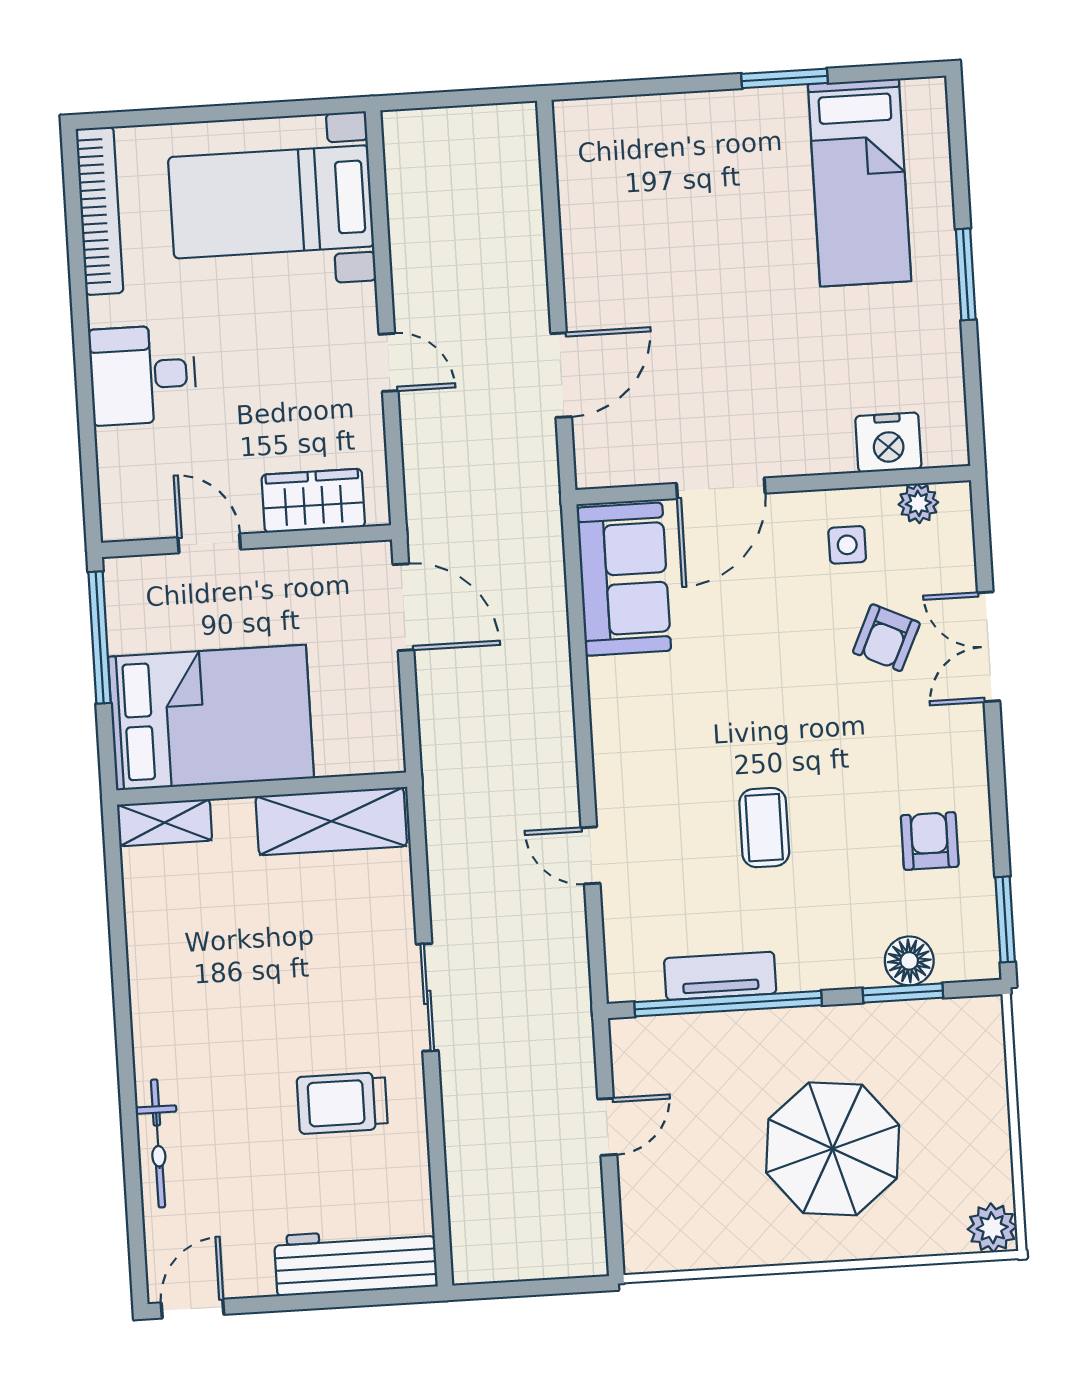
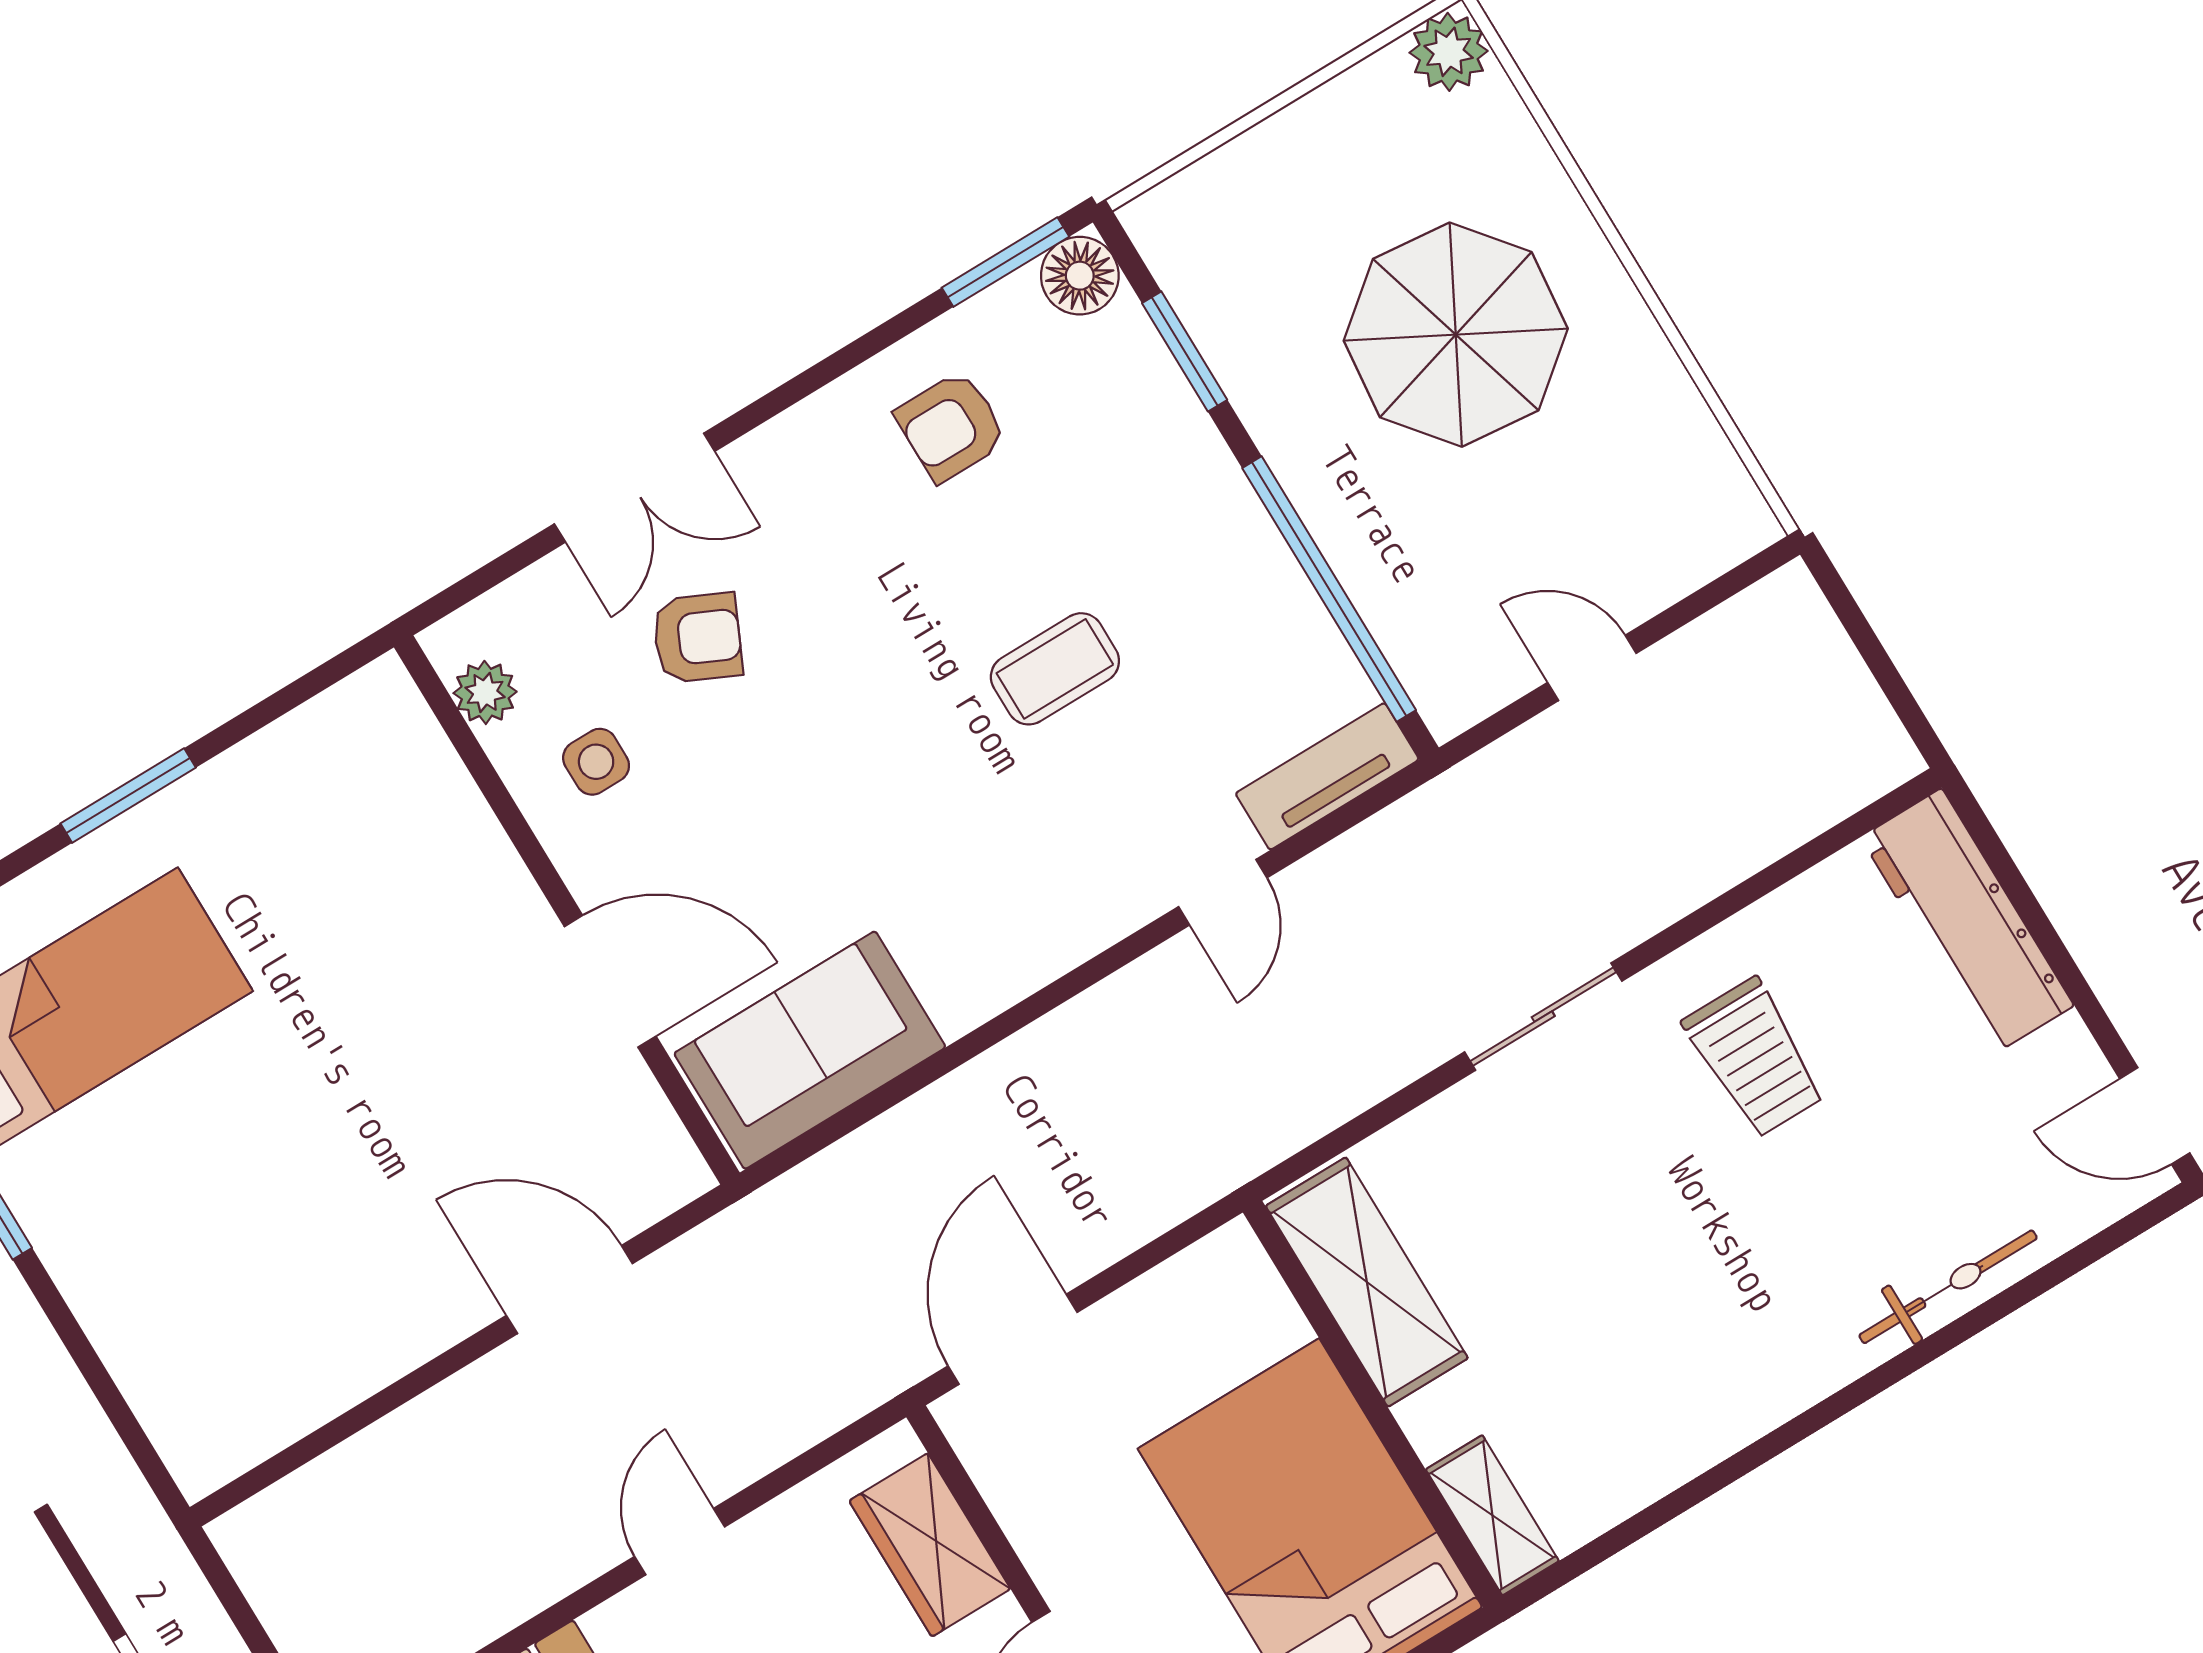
nightstand: (888, 442) -> (422, 780), removed
floor lamp: (909, 961) -> (1080, 276), moved
tv unit: (720, 976) -> (1327, 776), moved, turned 90

